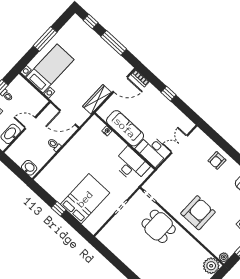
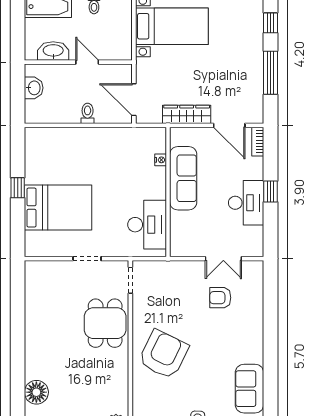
double door: (179, 144) -> (223, 259), swing flipped
desk: (152, 150) -> (246, 203), moved, turned 180
armchair: (217, 160) -> (220, 298), moved
washbasin: (29, 168) -> (34, 88), moved
armchair: (198, 213) -> (163, 354), turned -64

